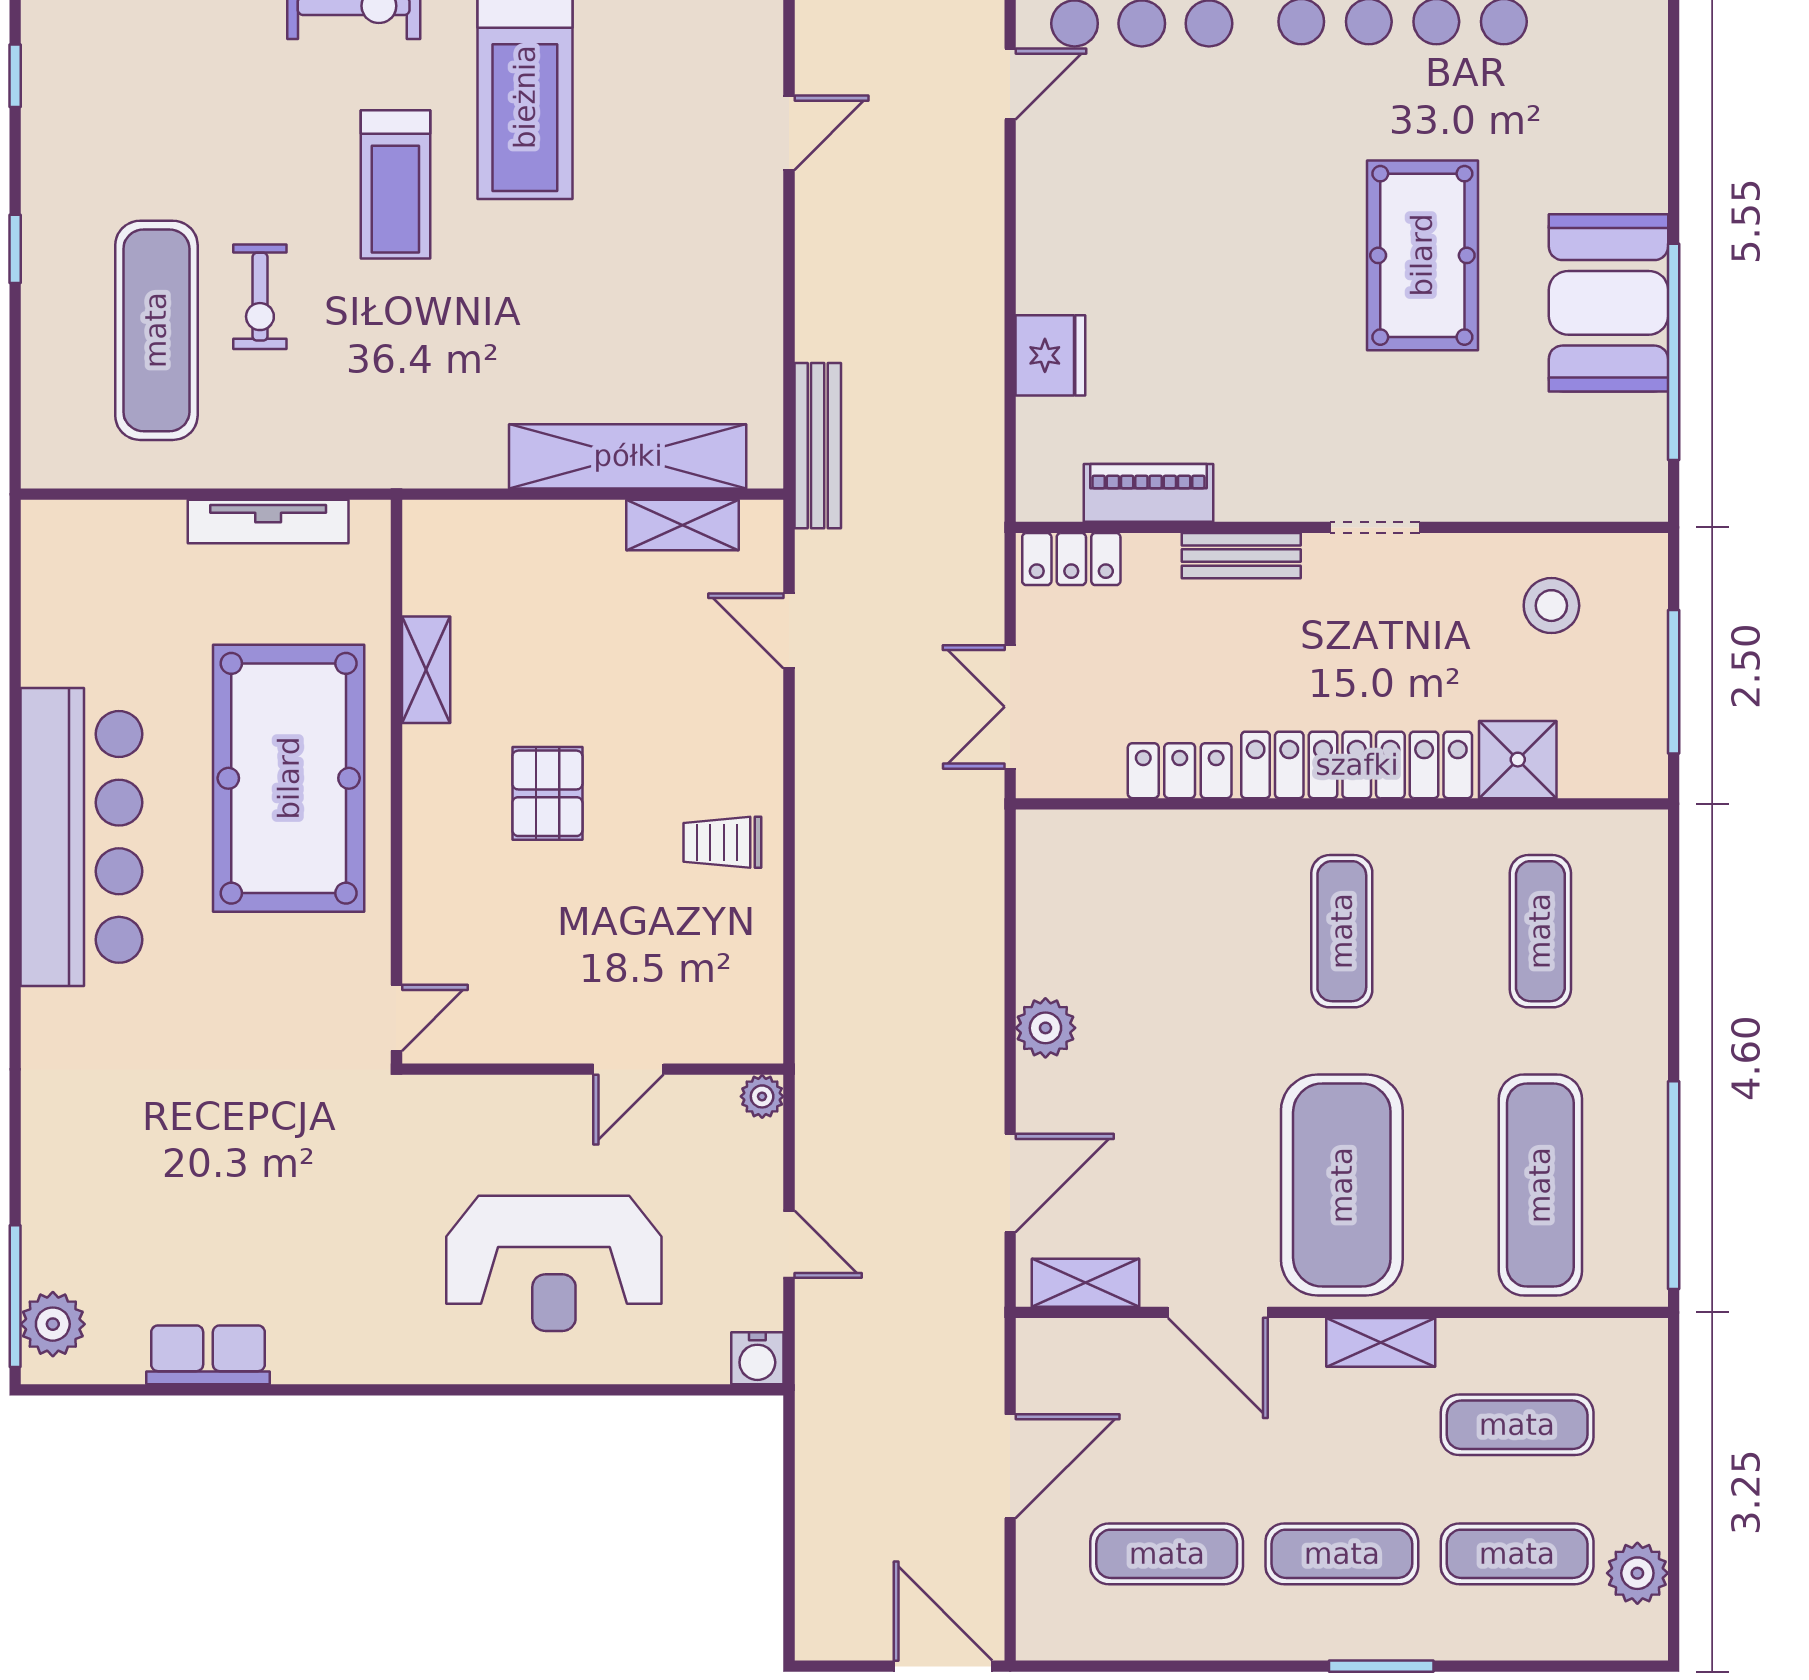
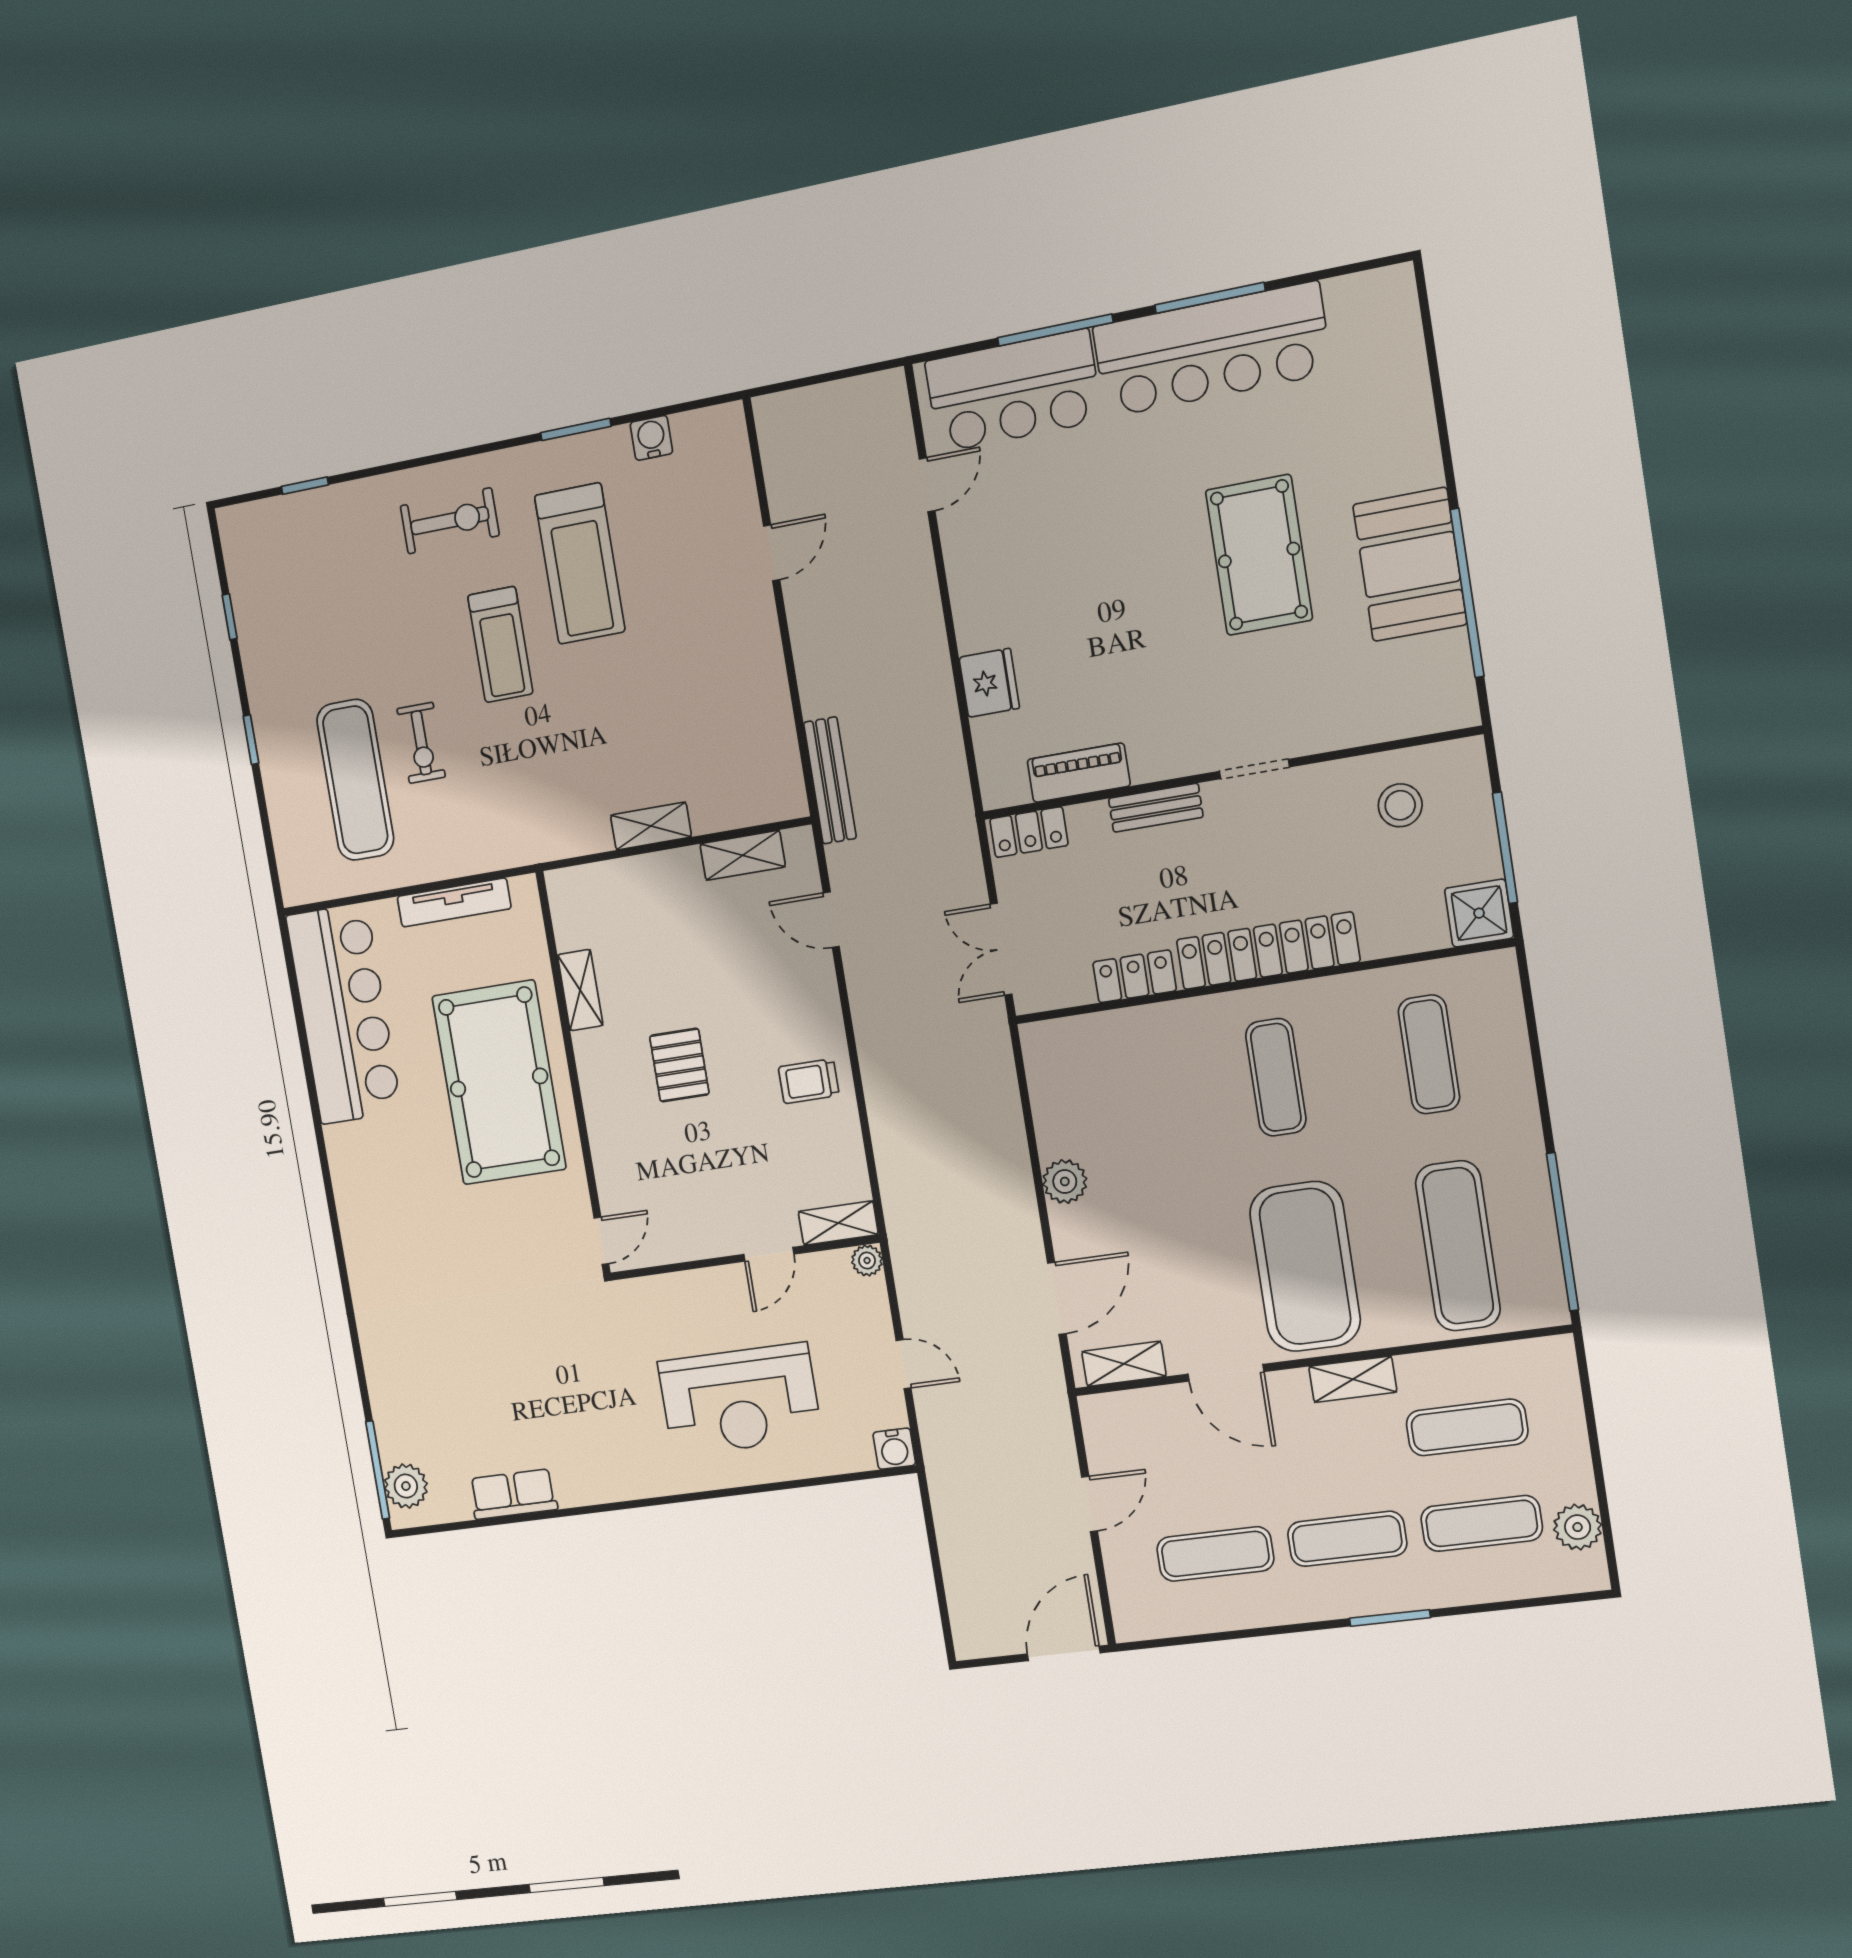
shelving: (628, 456) -> (651, 826), width x0.45, depth x0.75
shower: (1518, 760) -> (1479, 913), moved
bar counter: (81, 837) -> (344, 1014), moved
shelving: (731, 1040) -> (838, 1223), added
door: (1010, 1466) -> (1090, 1504), width x0.73
door: (943, 1666) -> (1064, 1653), hinge flipped

